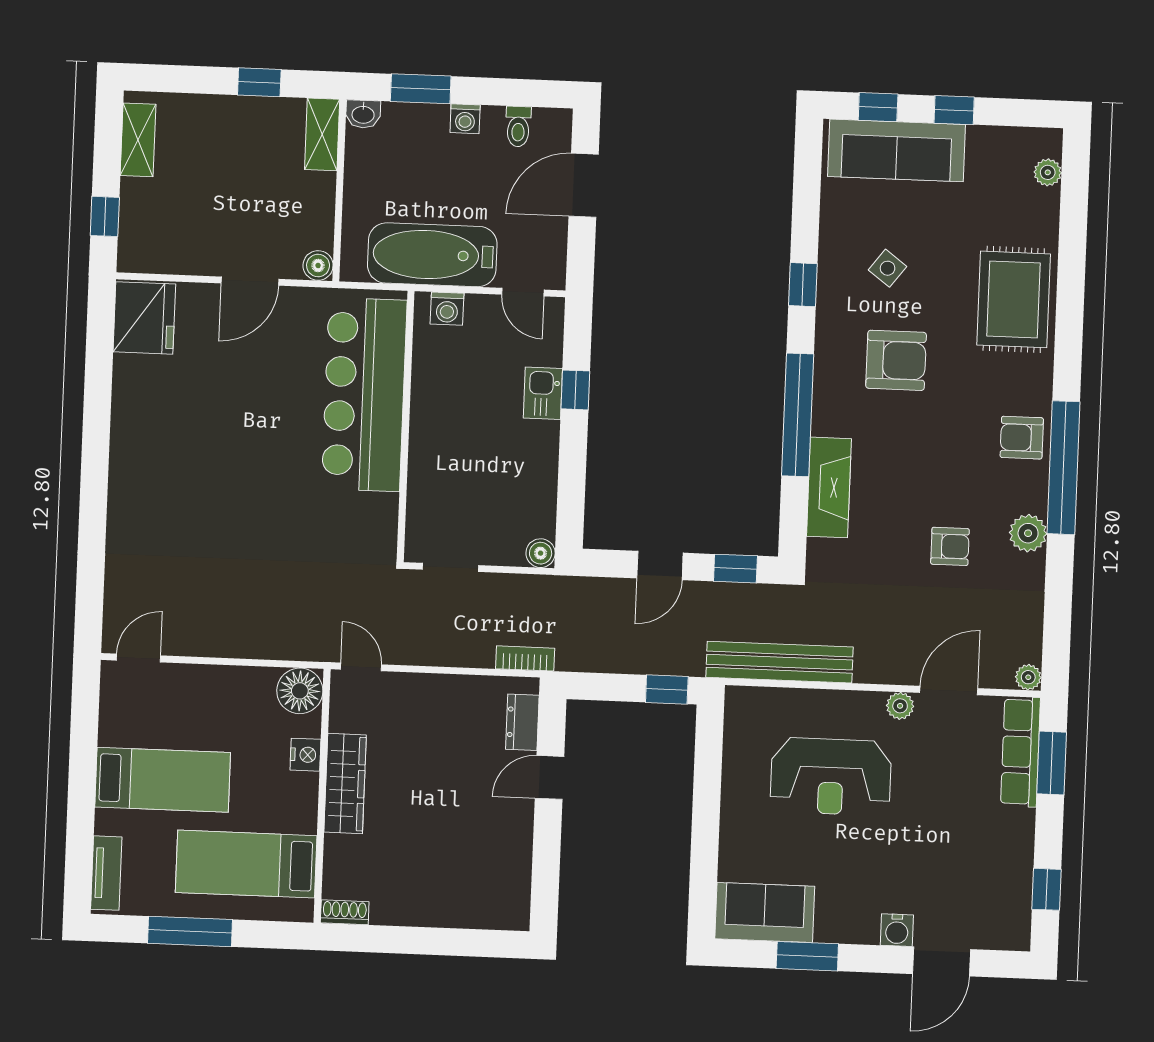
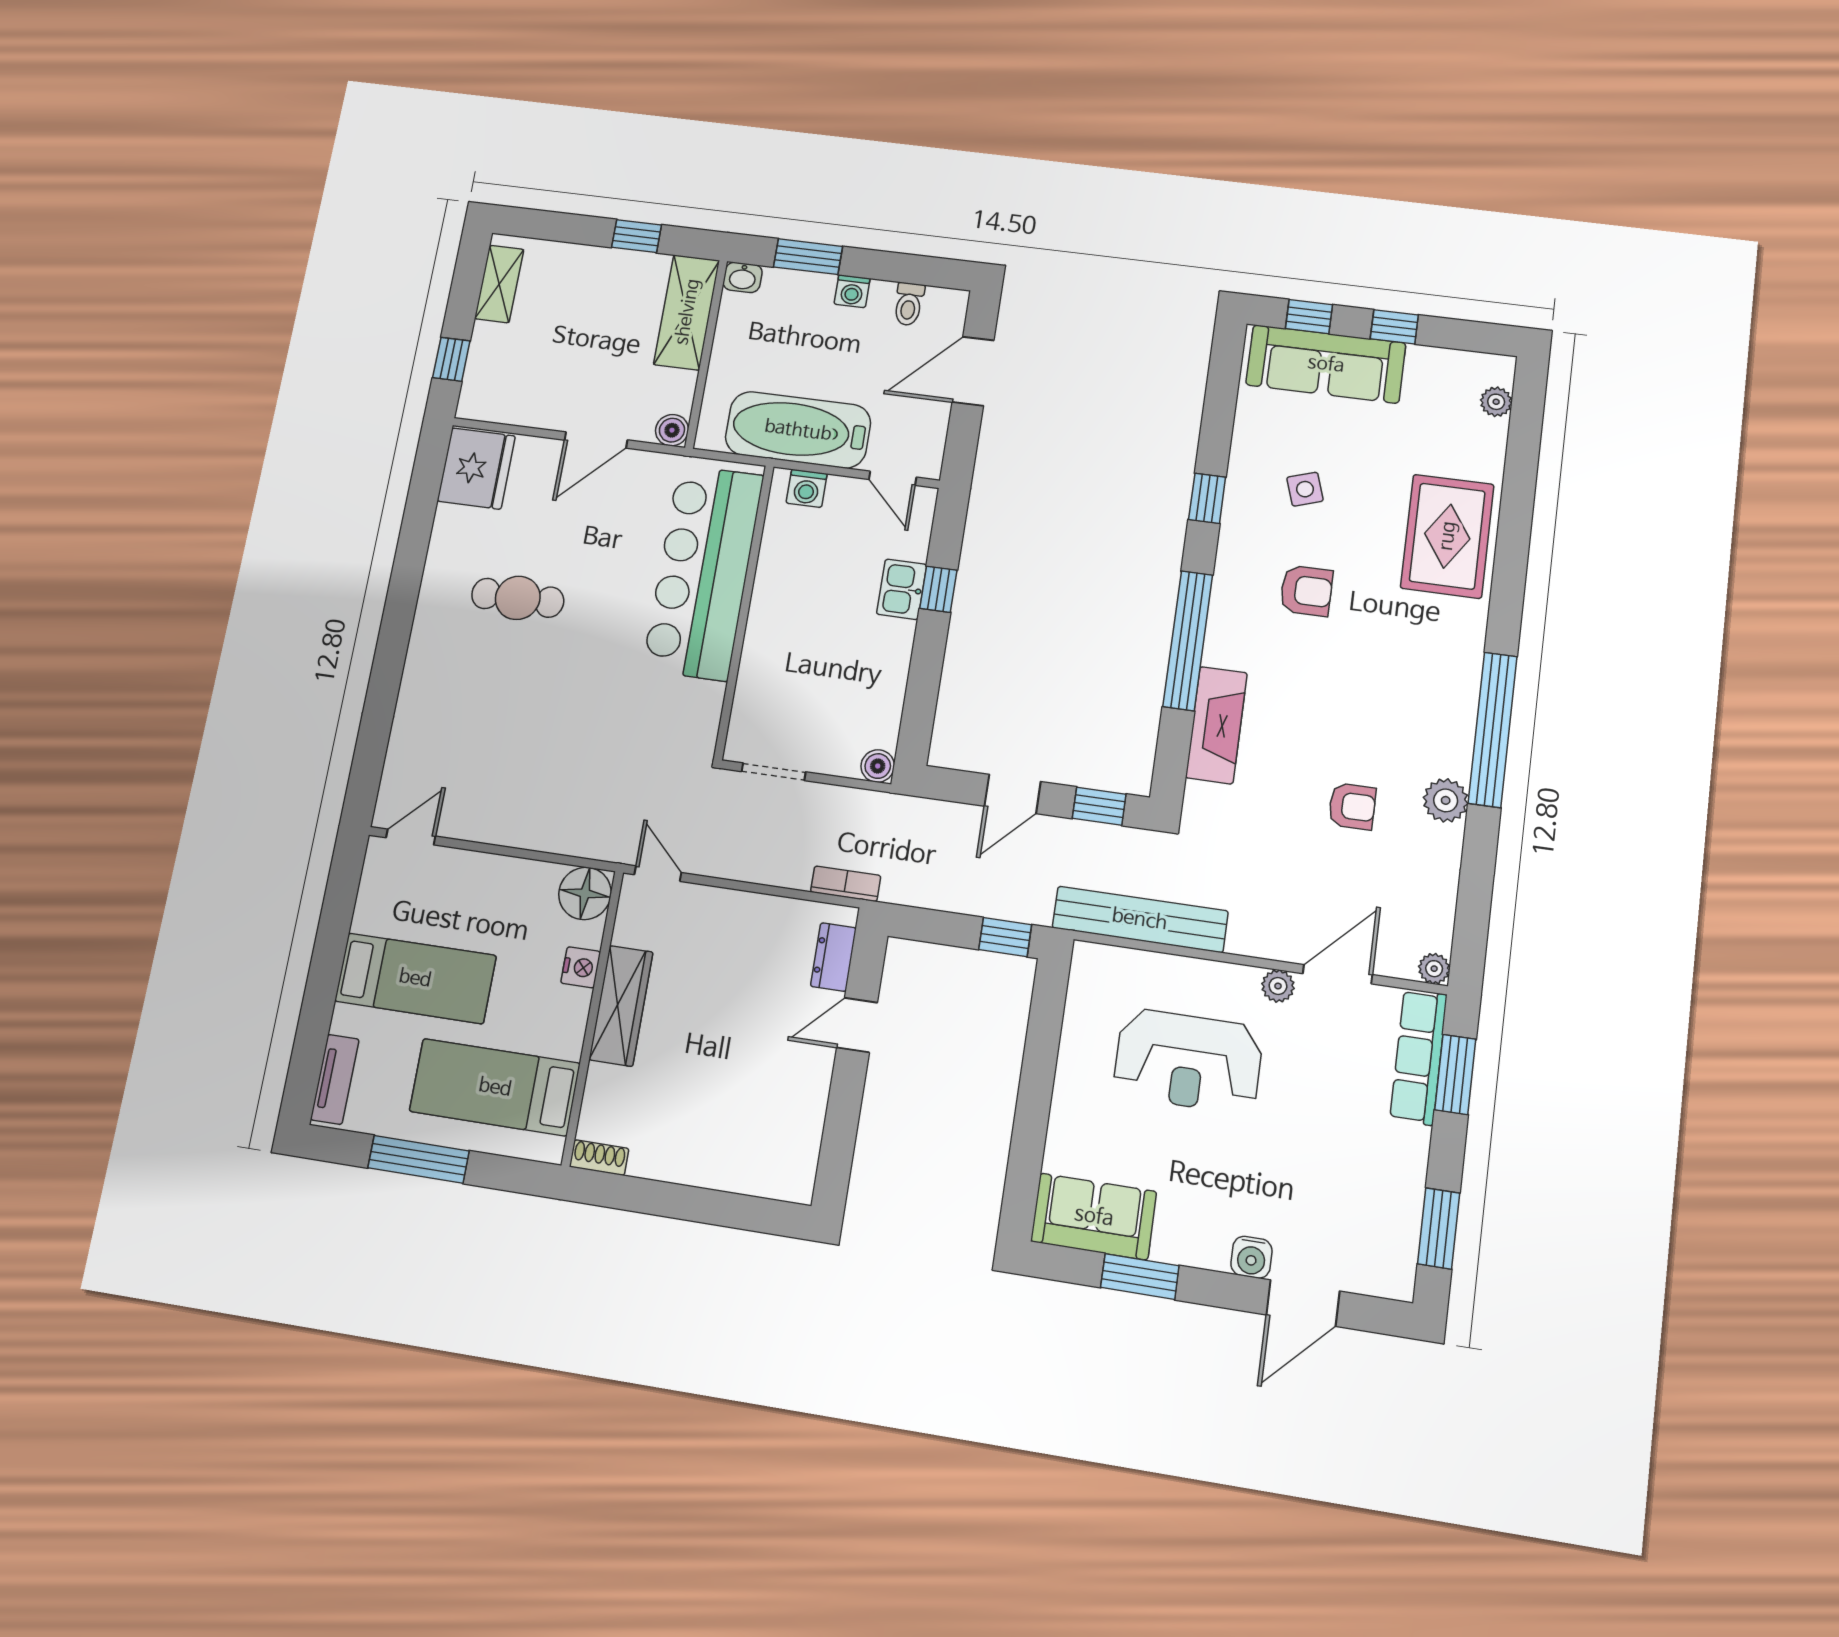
shelving: (322, 134) -> (687, 312), width x1.50, depth x1.33
side table: (888, 268) -> (1305, 489), turned 35
armchair: (896, 360) -> (1306, 591), width x0.72, depth x0.72
cafe table: (201, 434) -> (518, 598), added
armchair: (1022, 438) -> (1446, 691), removed
window: (1047, 889) -> (1439, 1228), width x1.50

